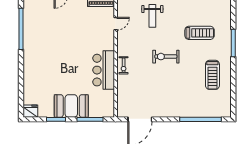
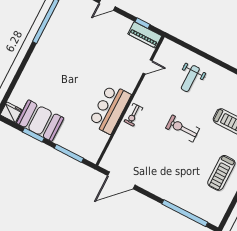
booth: (71, 106) -> (40, 121), moved

